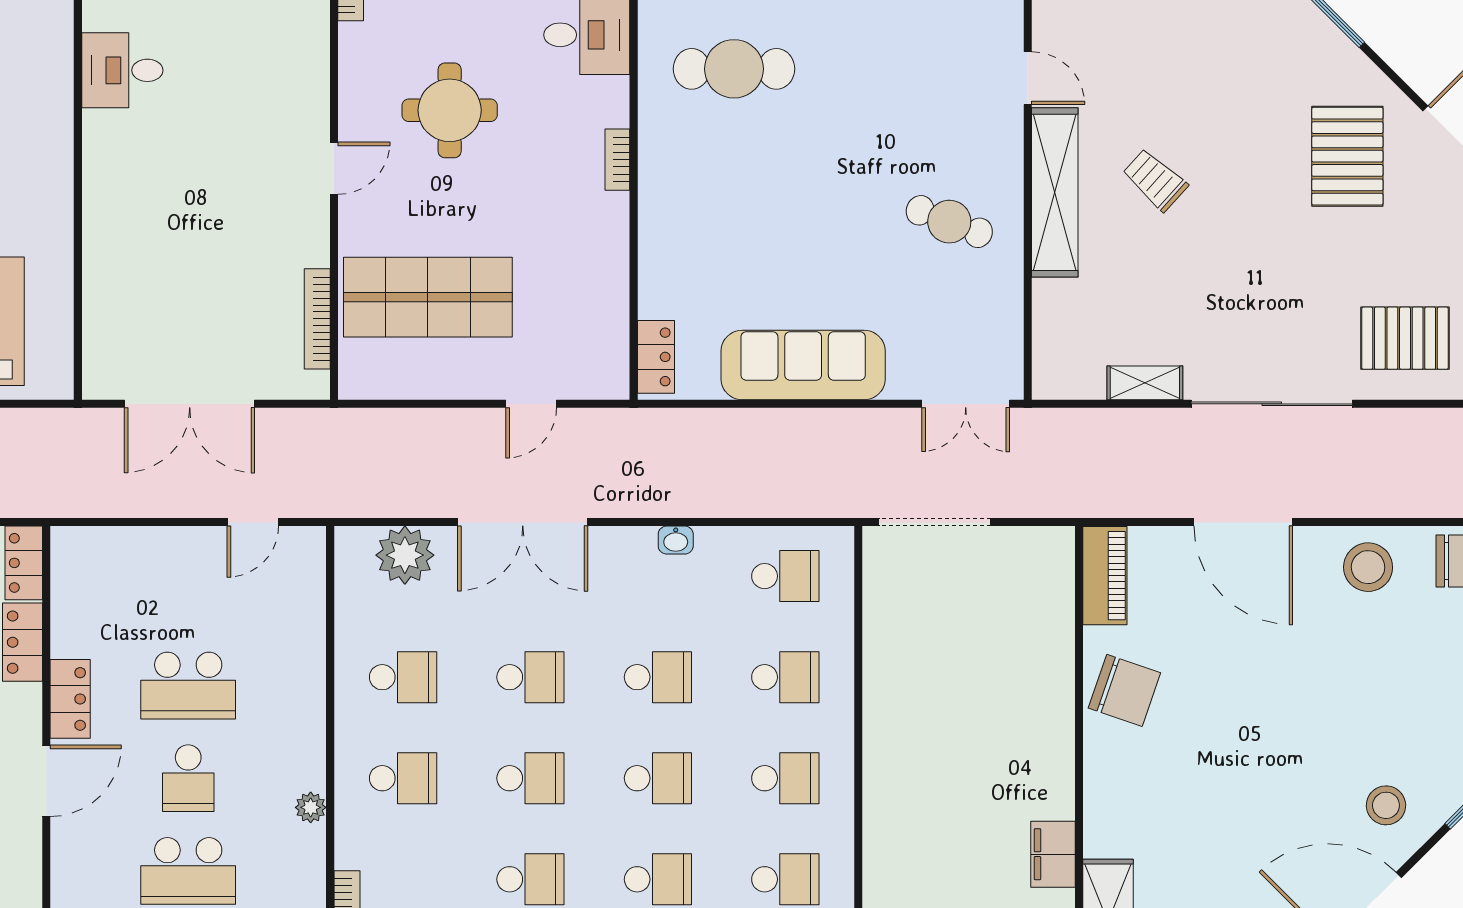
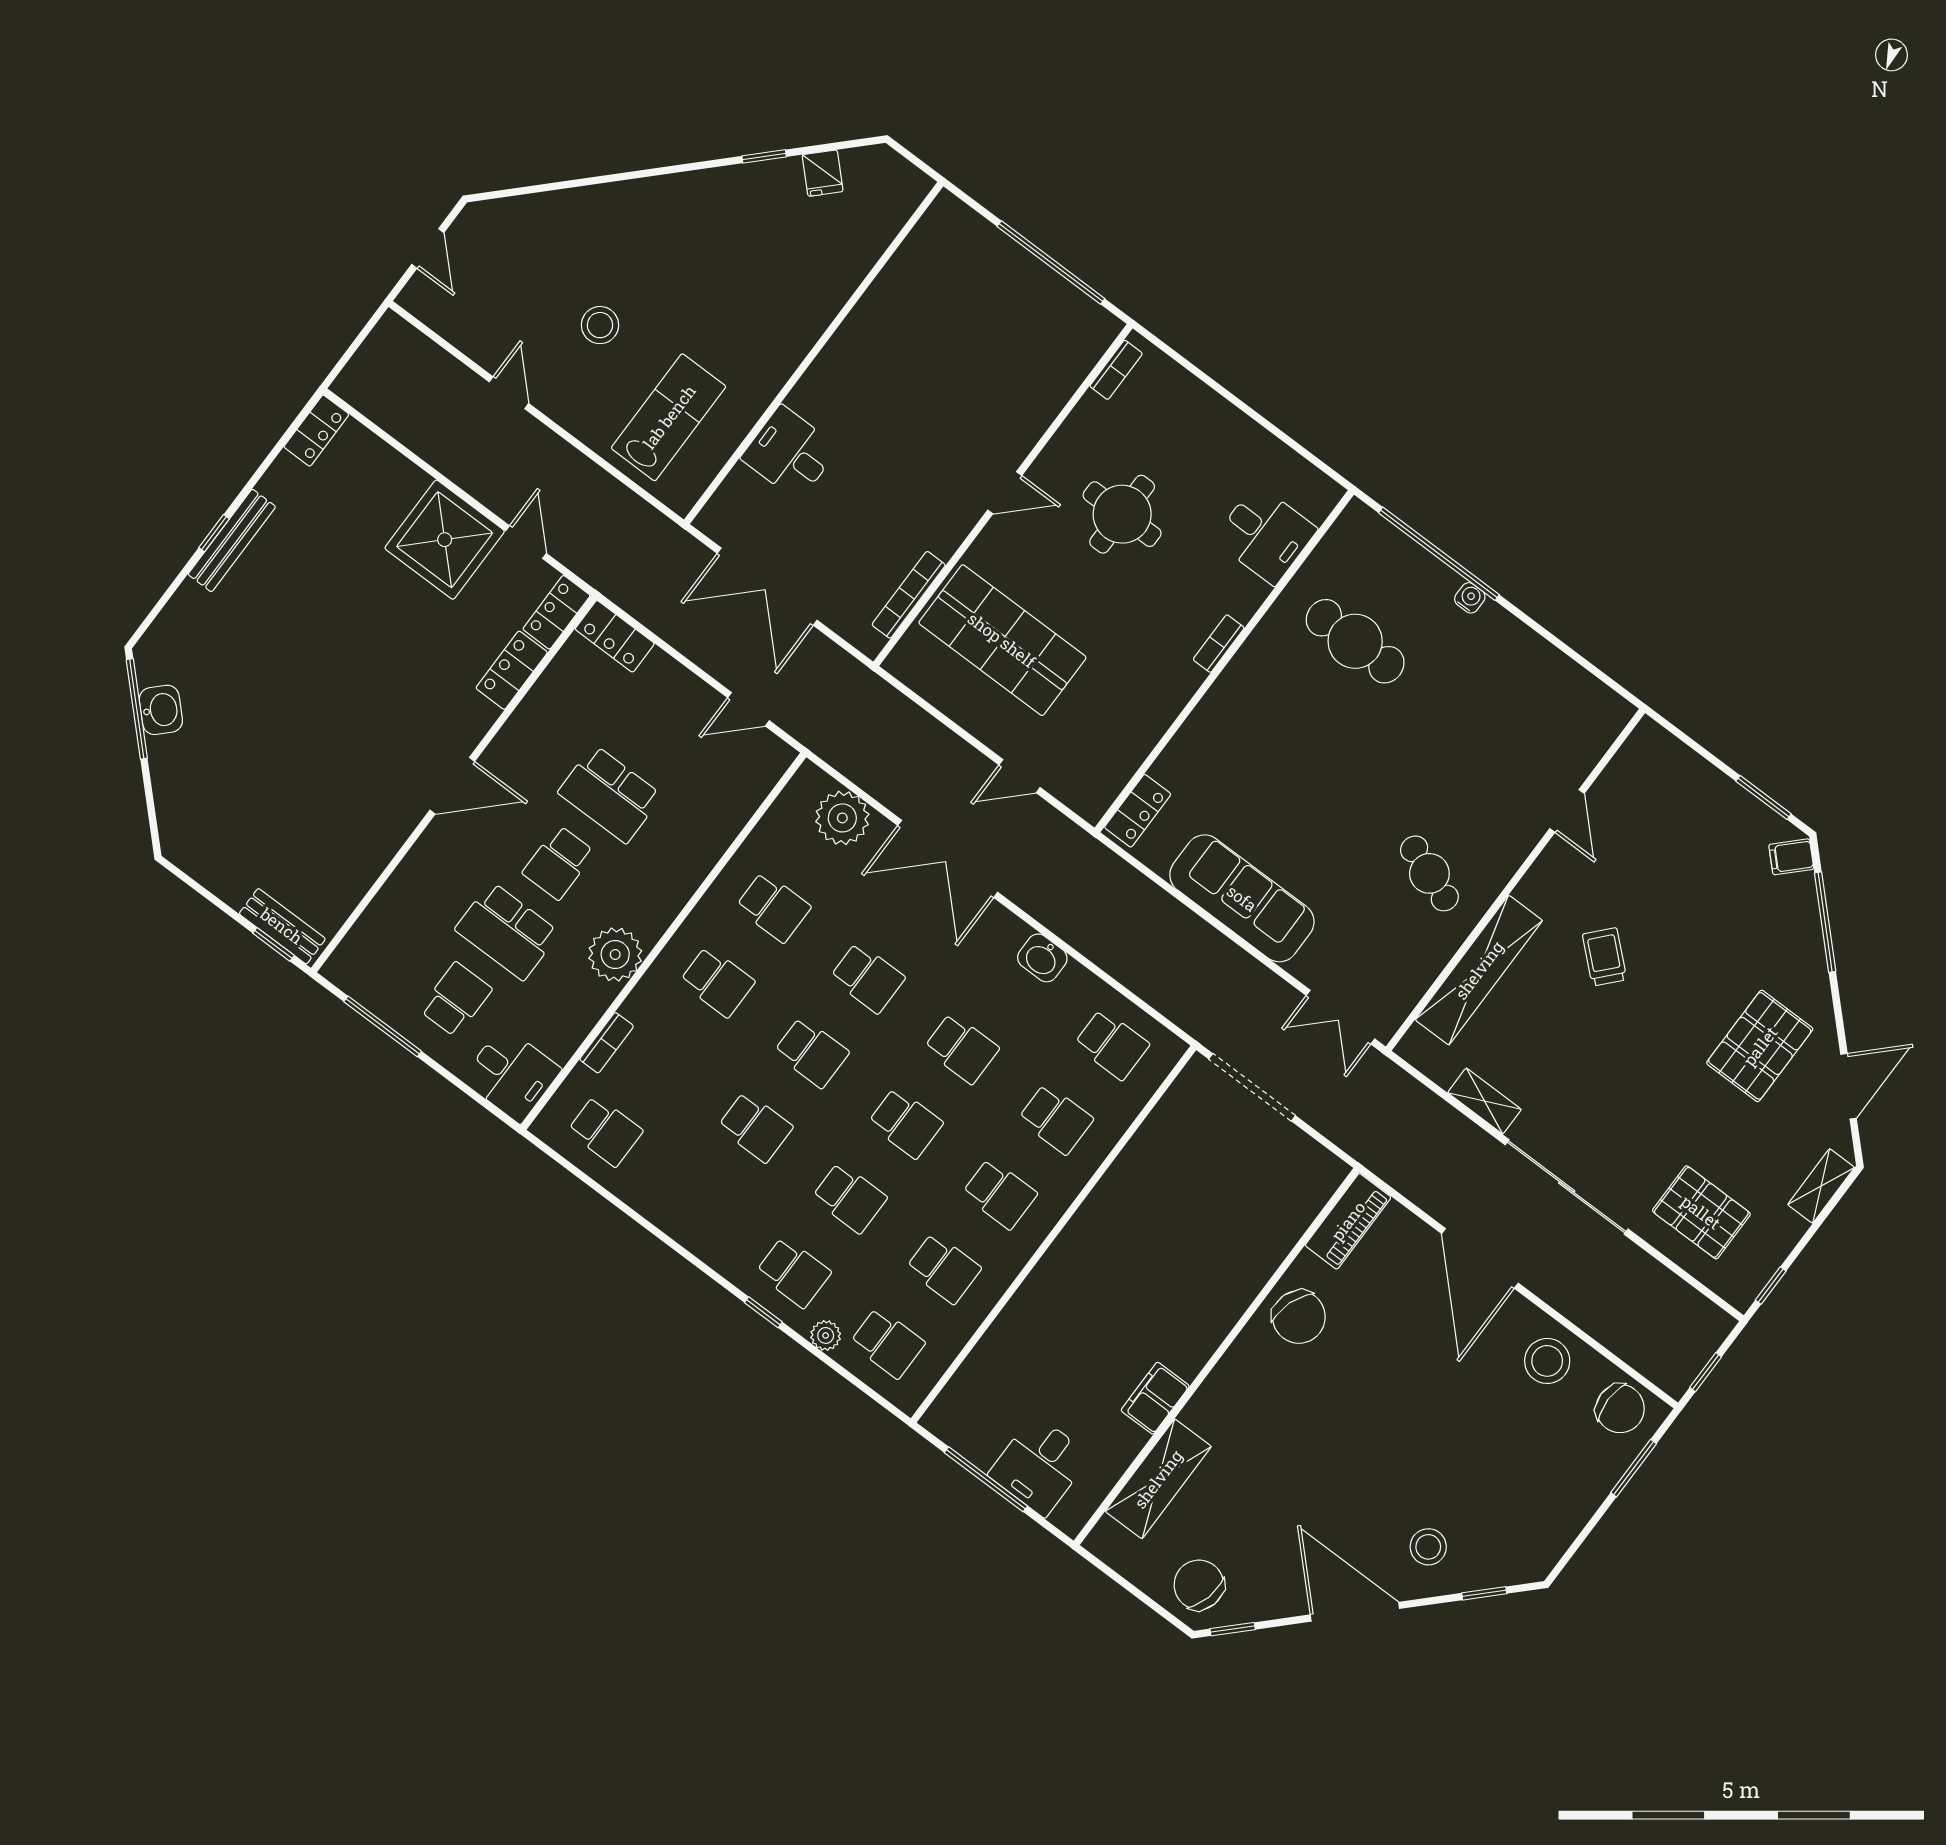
desk: (122, 70) -> (790, 453), moved
shelving: (1055, 192) -> (1479, 970), moved
washbasin: (676, 540) -> (1042, 958), width x1.38, depth x1.45
locker: (70, 699) -> (615, 636), moved, turned 90
plant: (311, 807) -> (615, 955), width x1.88, depth x1.88

